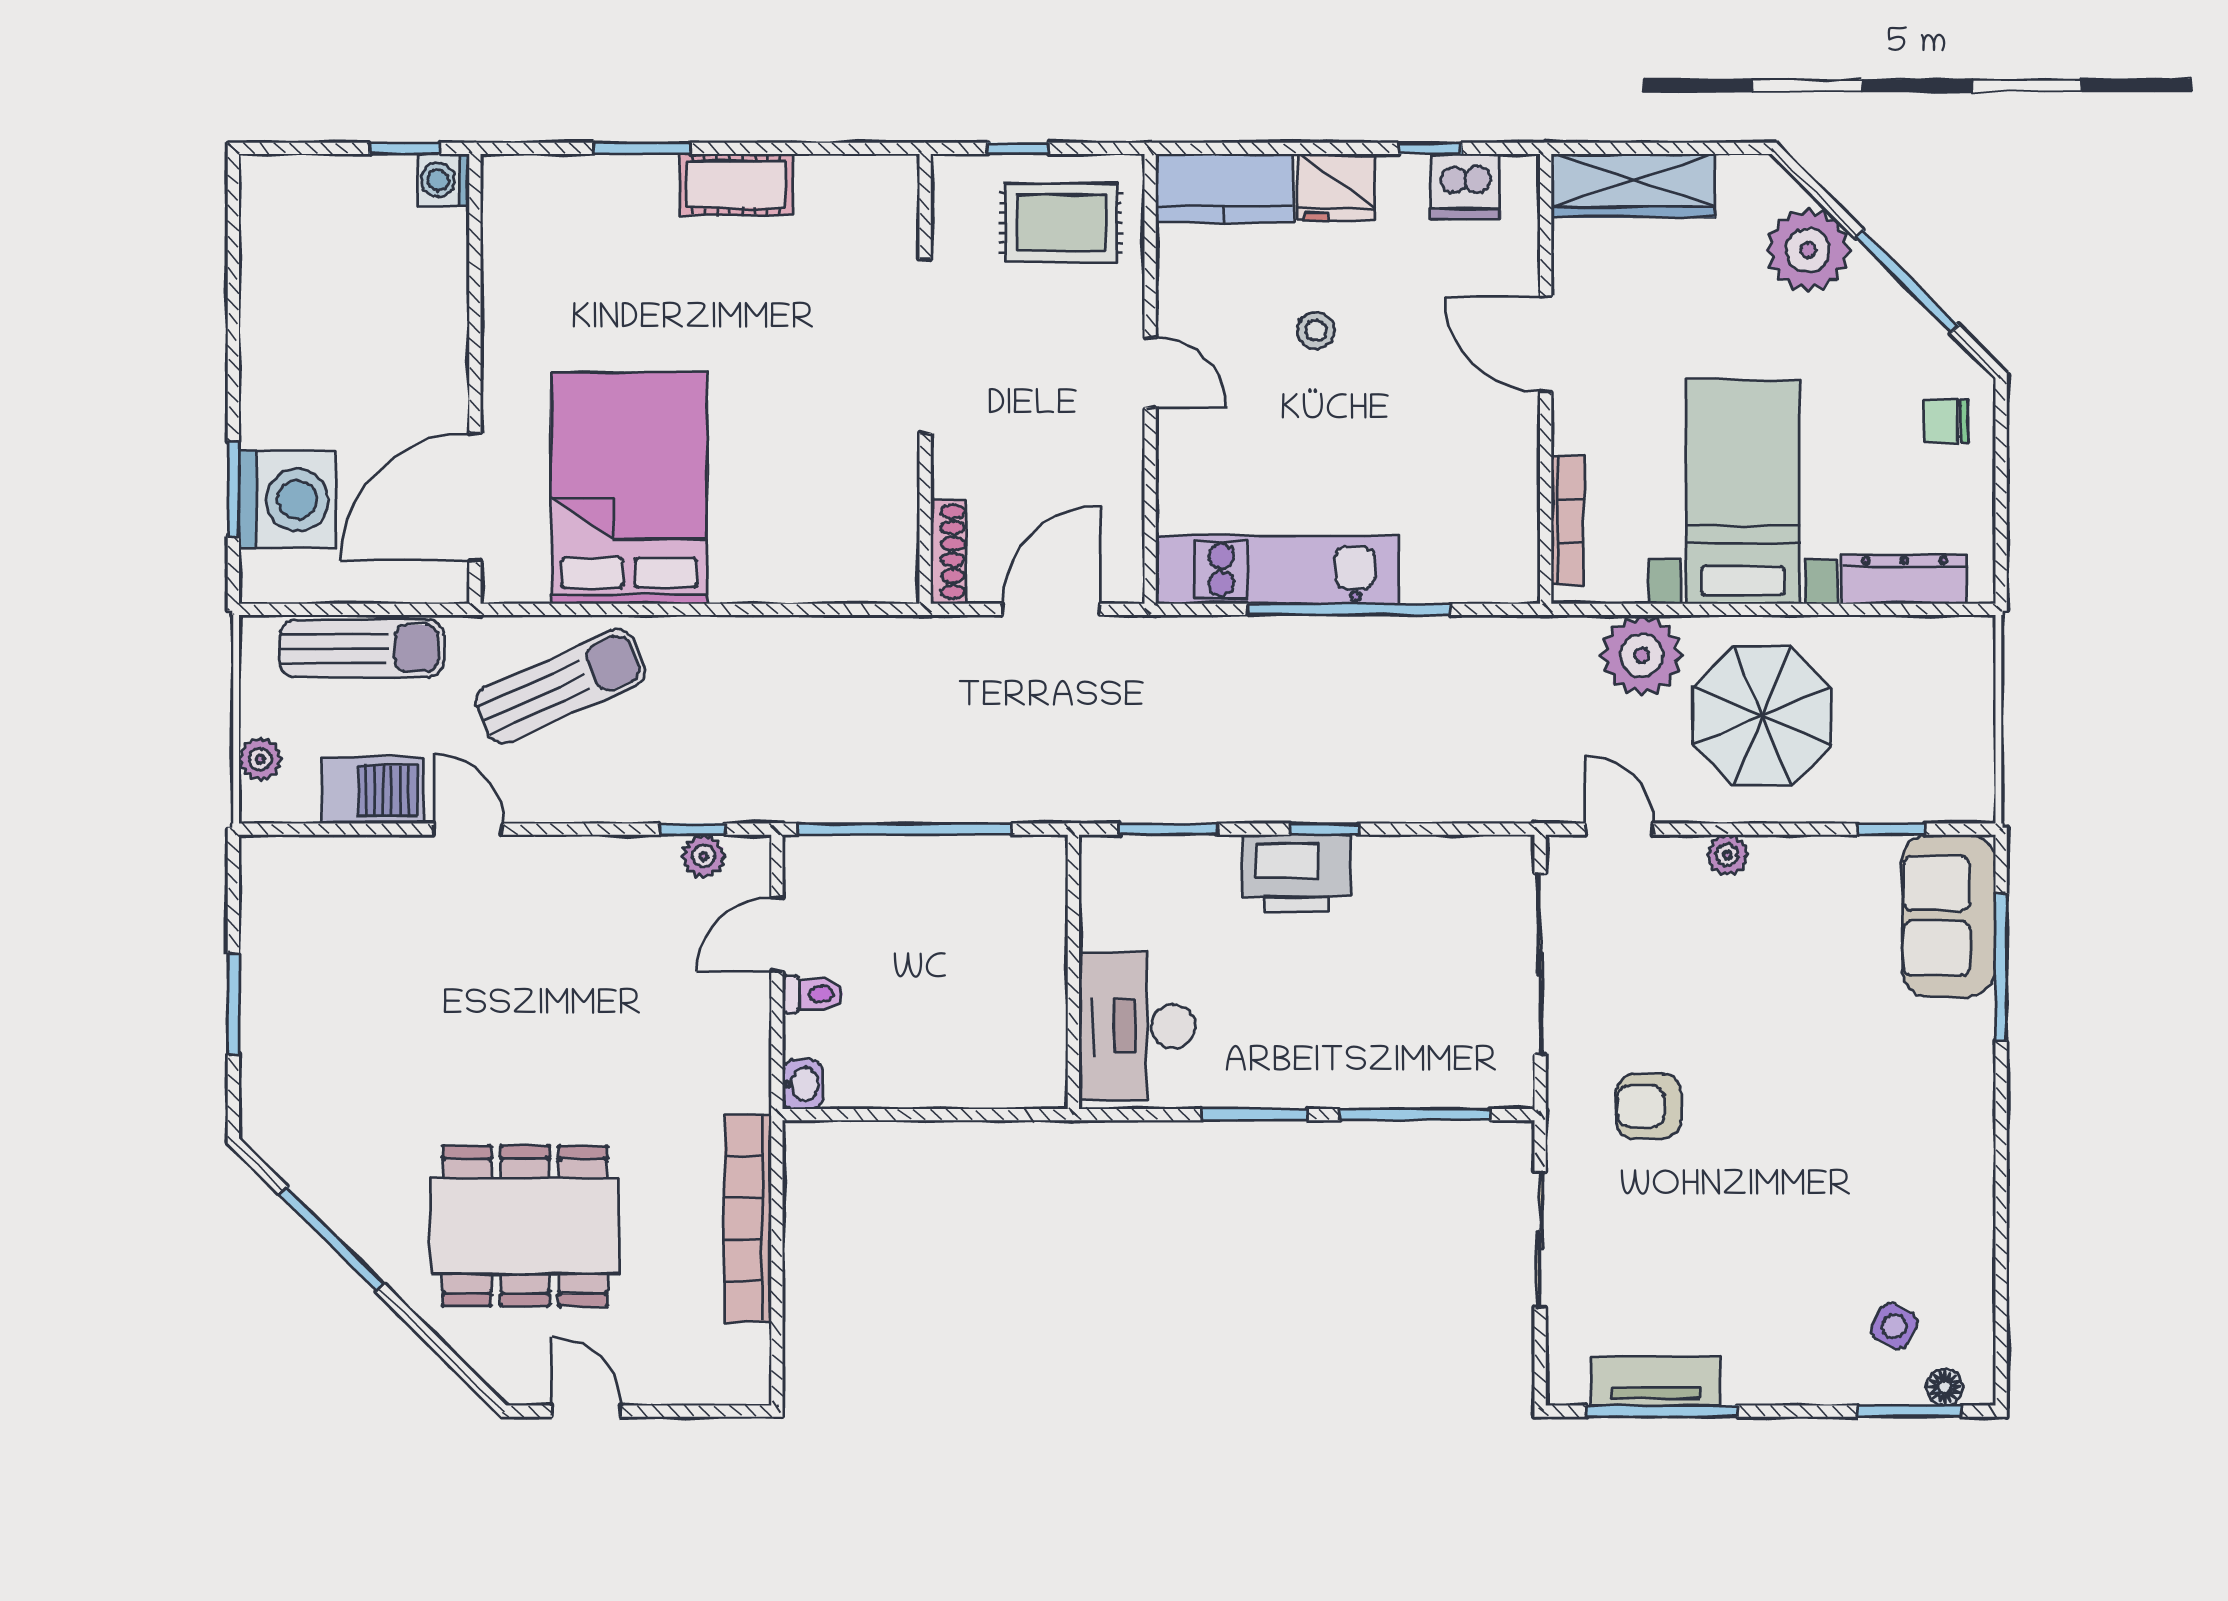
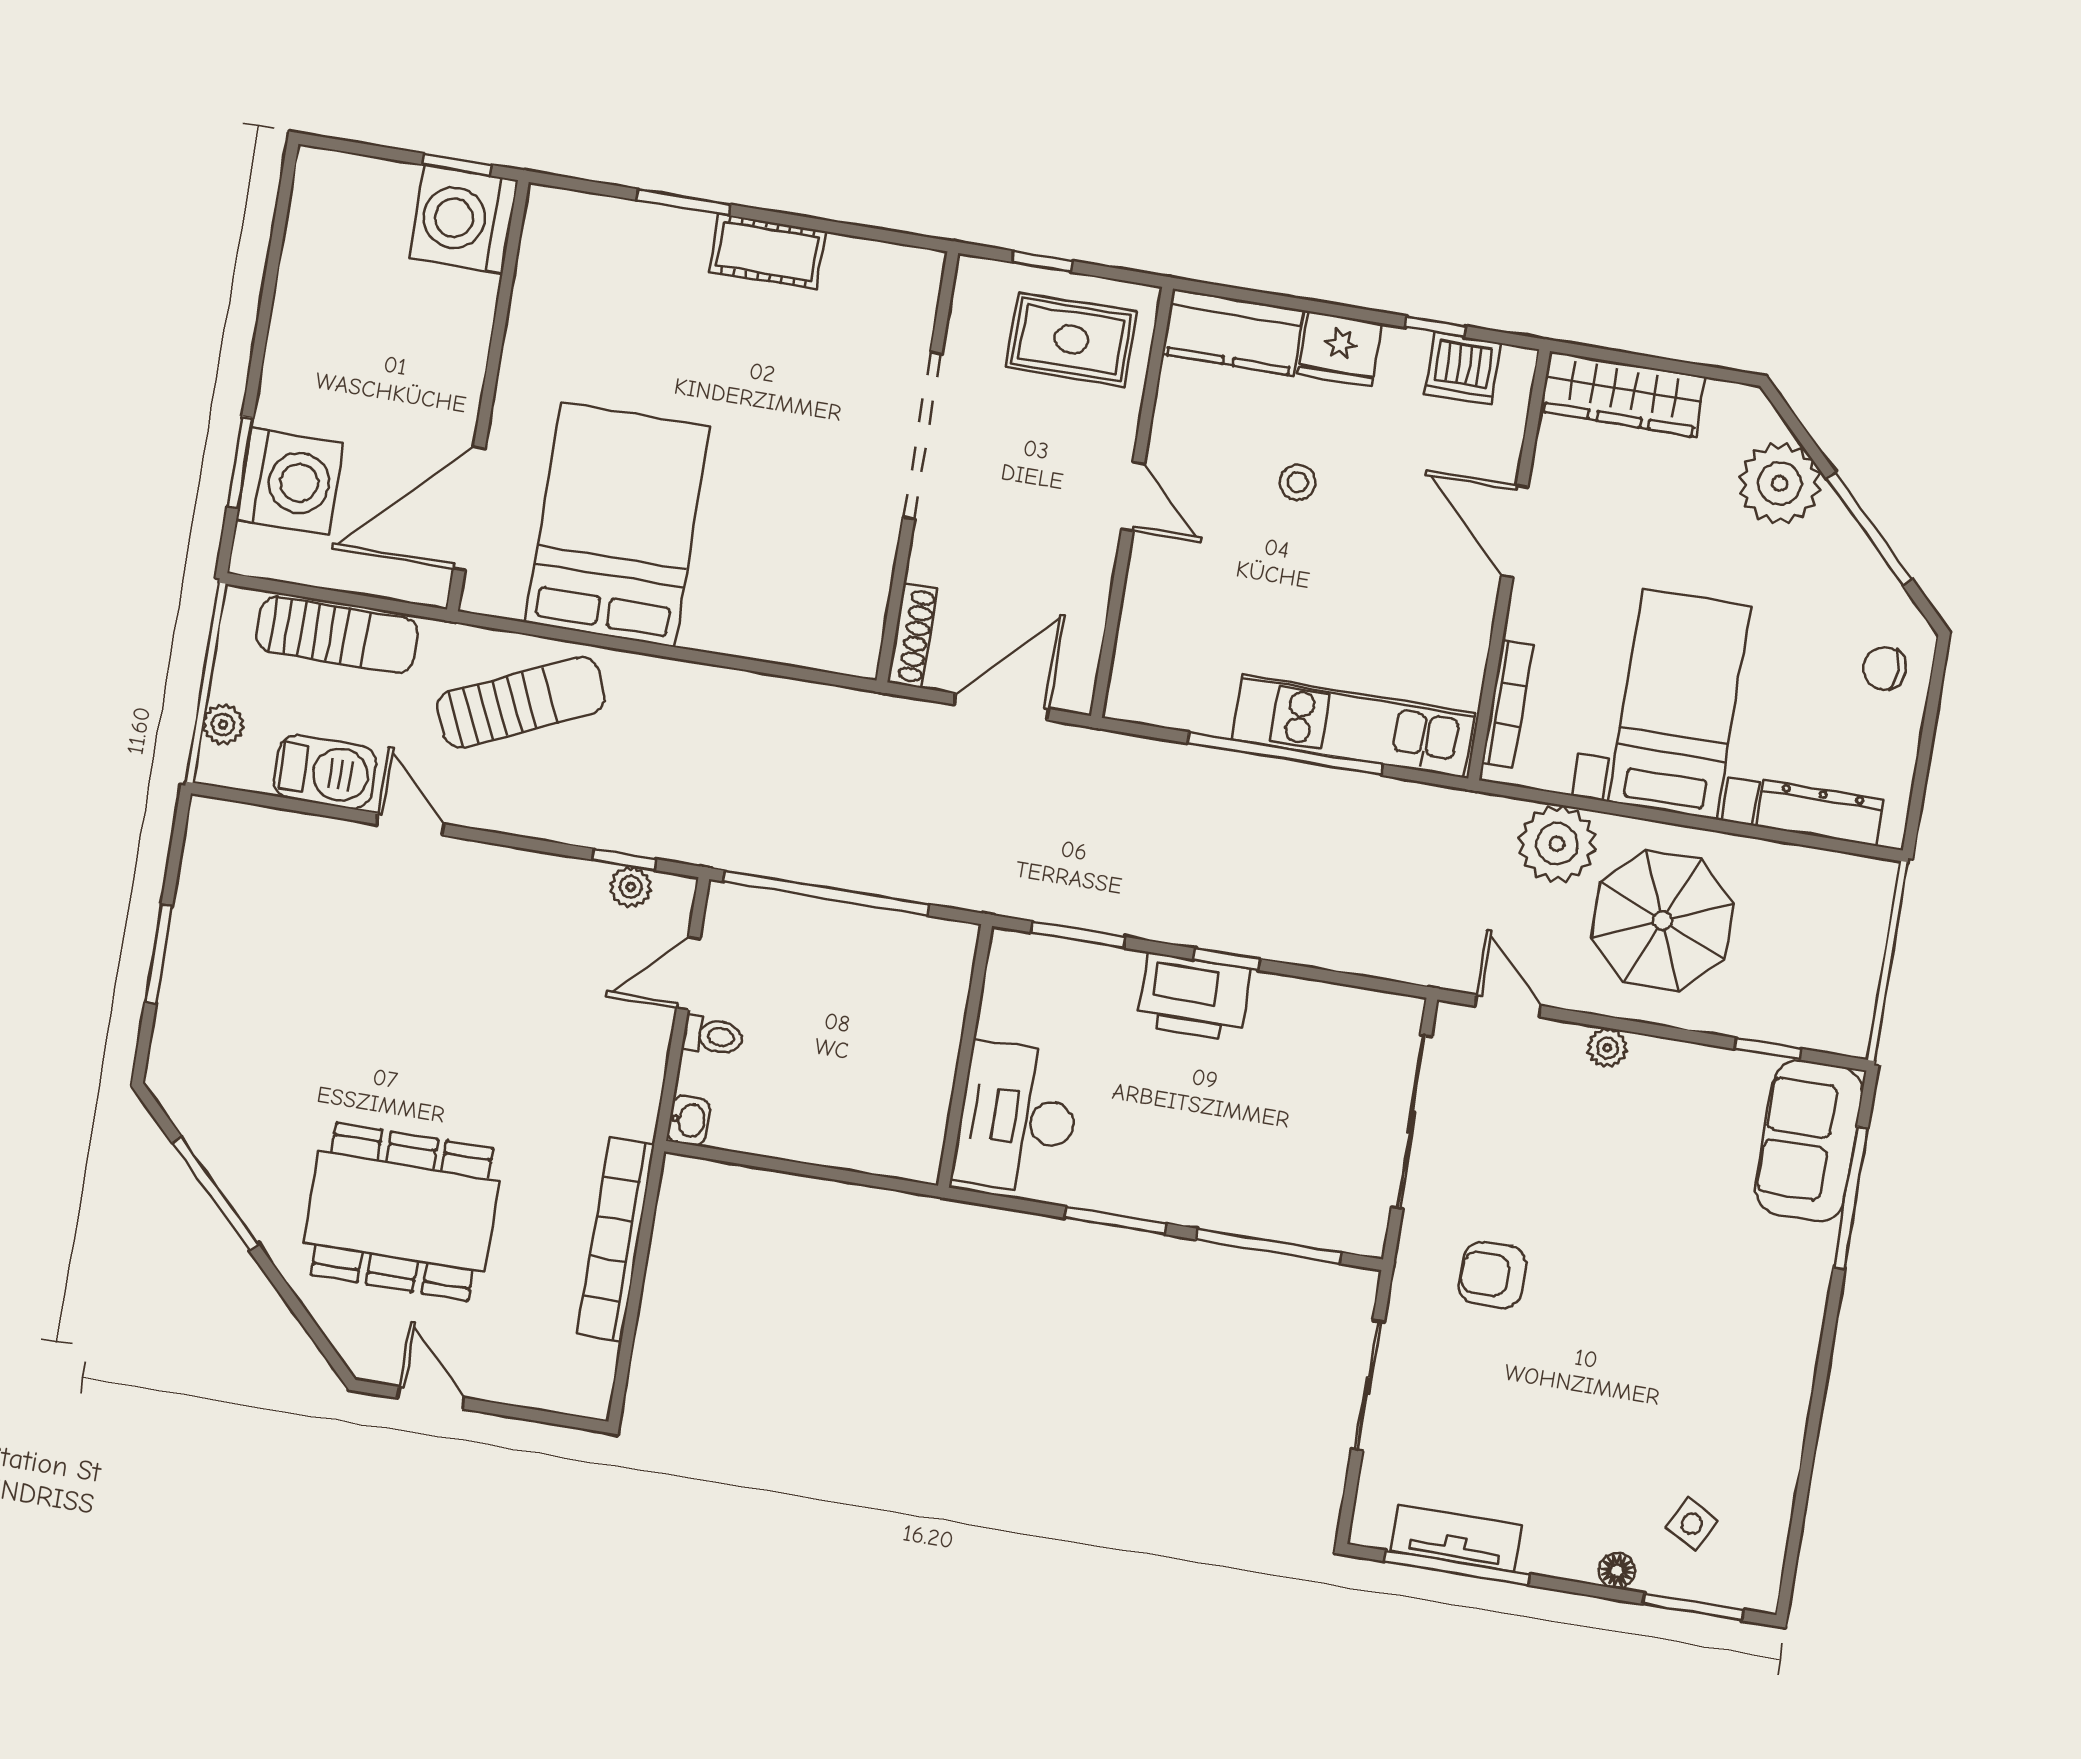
washing machine: (443, 180) -> (464, 219), width x1.89, depth x1.89
kitchen unit: (1277, 570) -> (1353, 726), moved
floor lamp: (1945, 1387) -> (1617, 1571), moved

